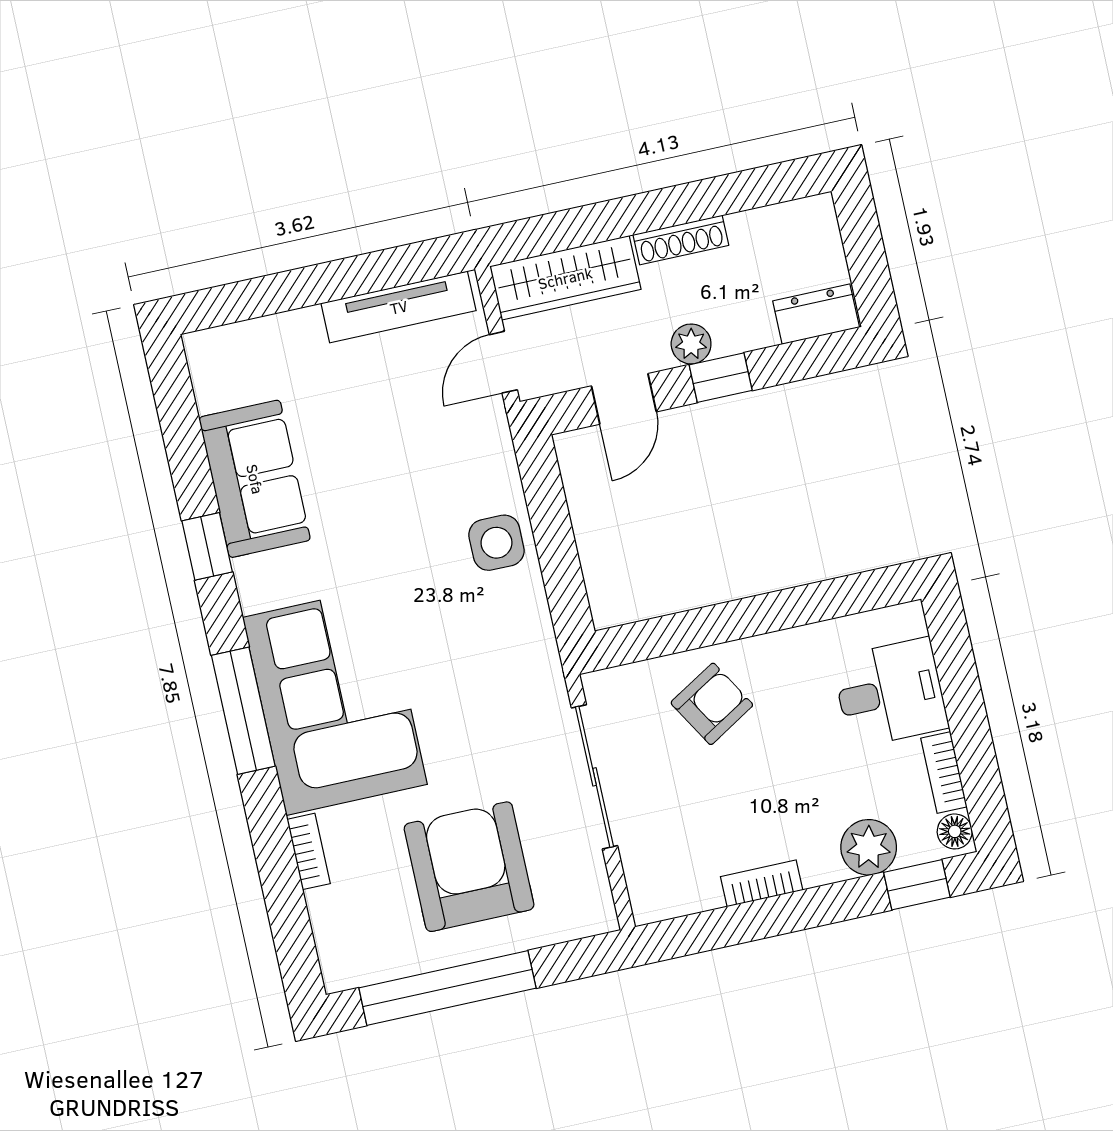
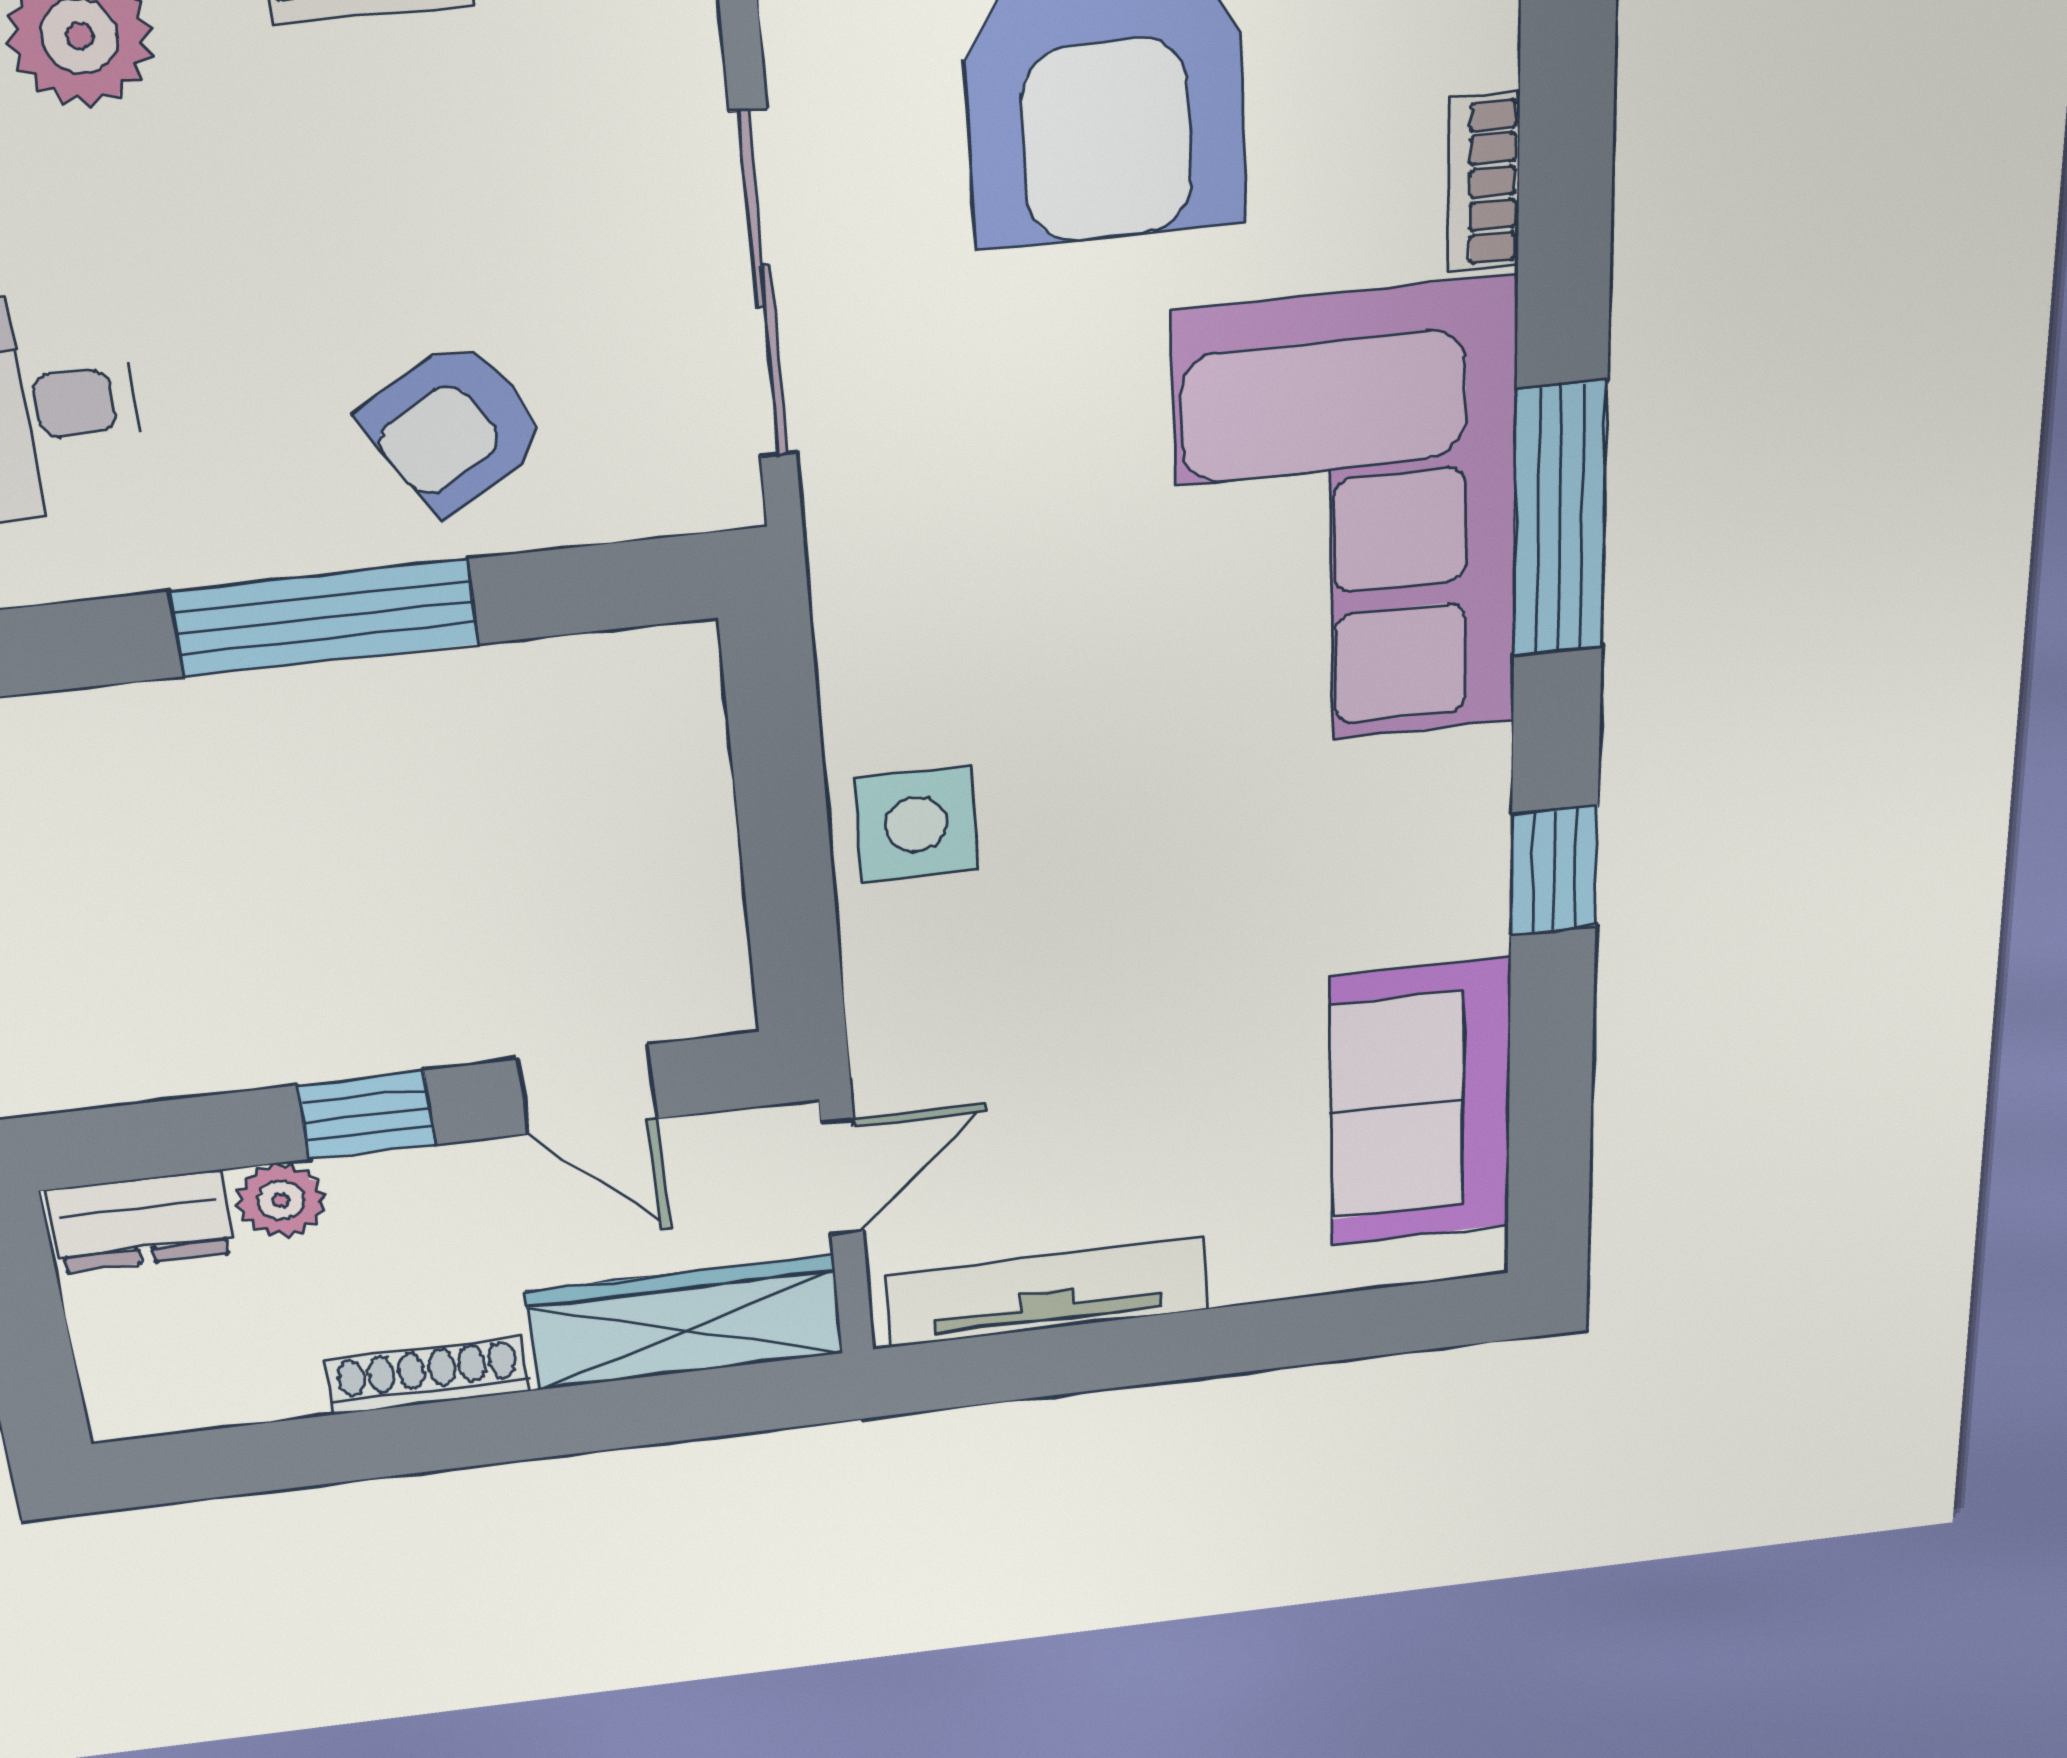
plant: (691, 344) -> (281, 1201), moved
door: (624, 399) -> (588, 1089), swing flipped
sofa: (255, 479) -> (1420, 1103), moved
window: (757, 615) -> (325, 618), added

